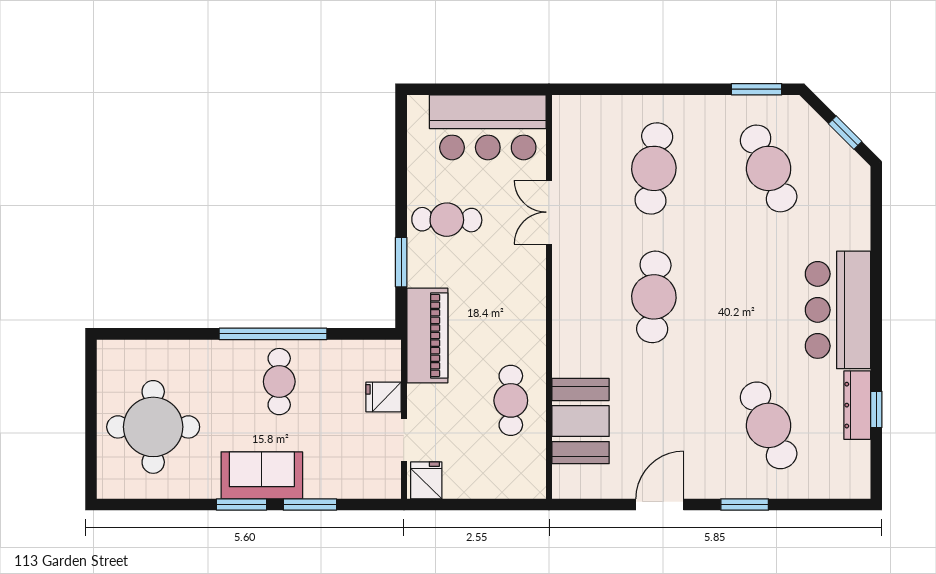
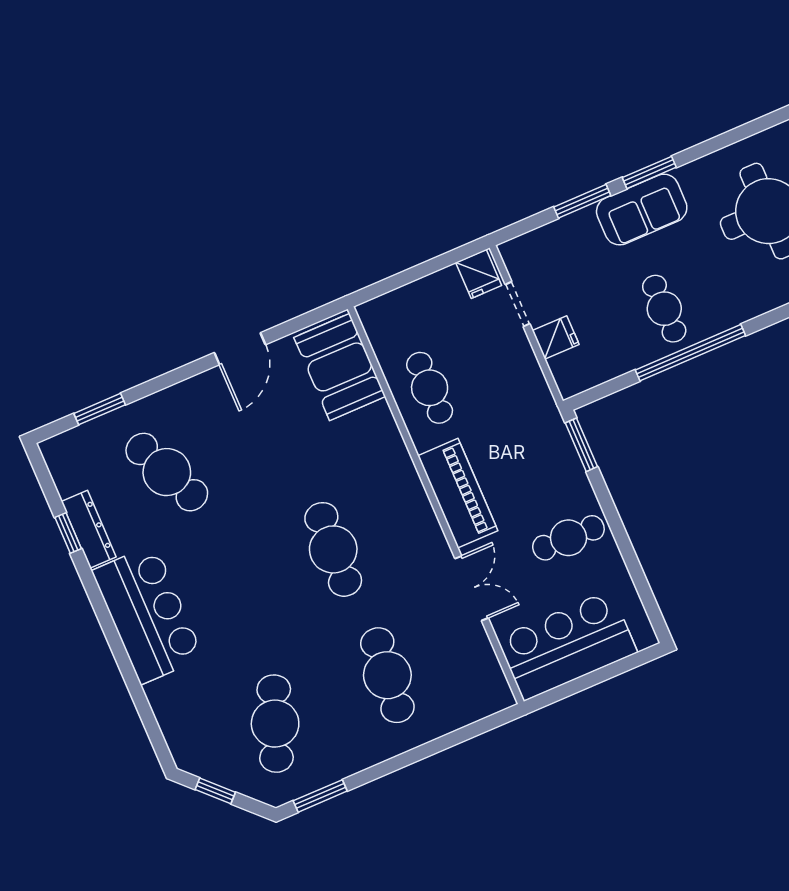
cafe table: (769, 168) -> (275, 724), turned 45
window: (401, 262) -> (581, 445), moved
piano: (427, 336) -> (458, 493), moved, turned 180
booth: (581, 421) -> (340, 367), moved
window: (745, 505) -> (100, 409), moved

